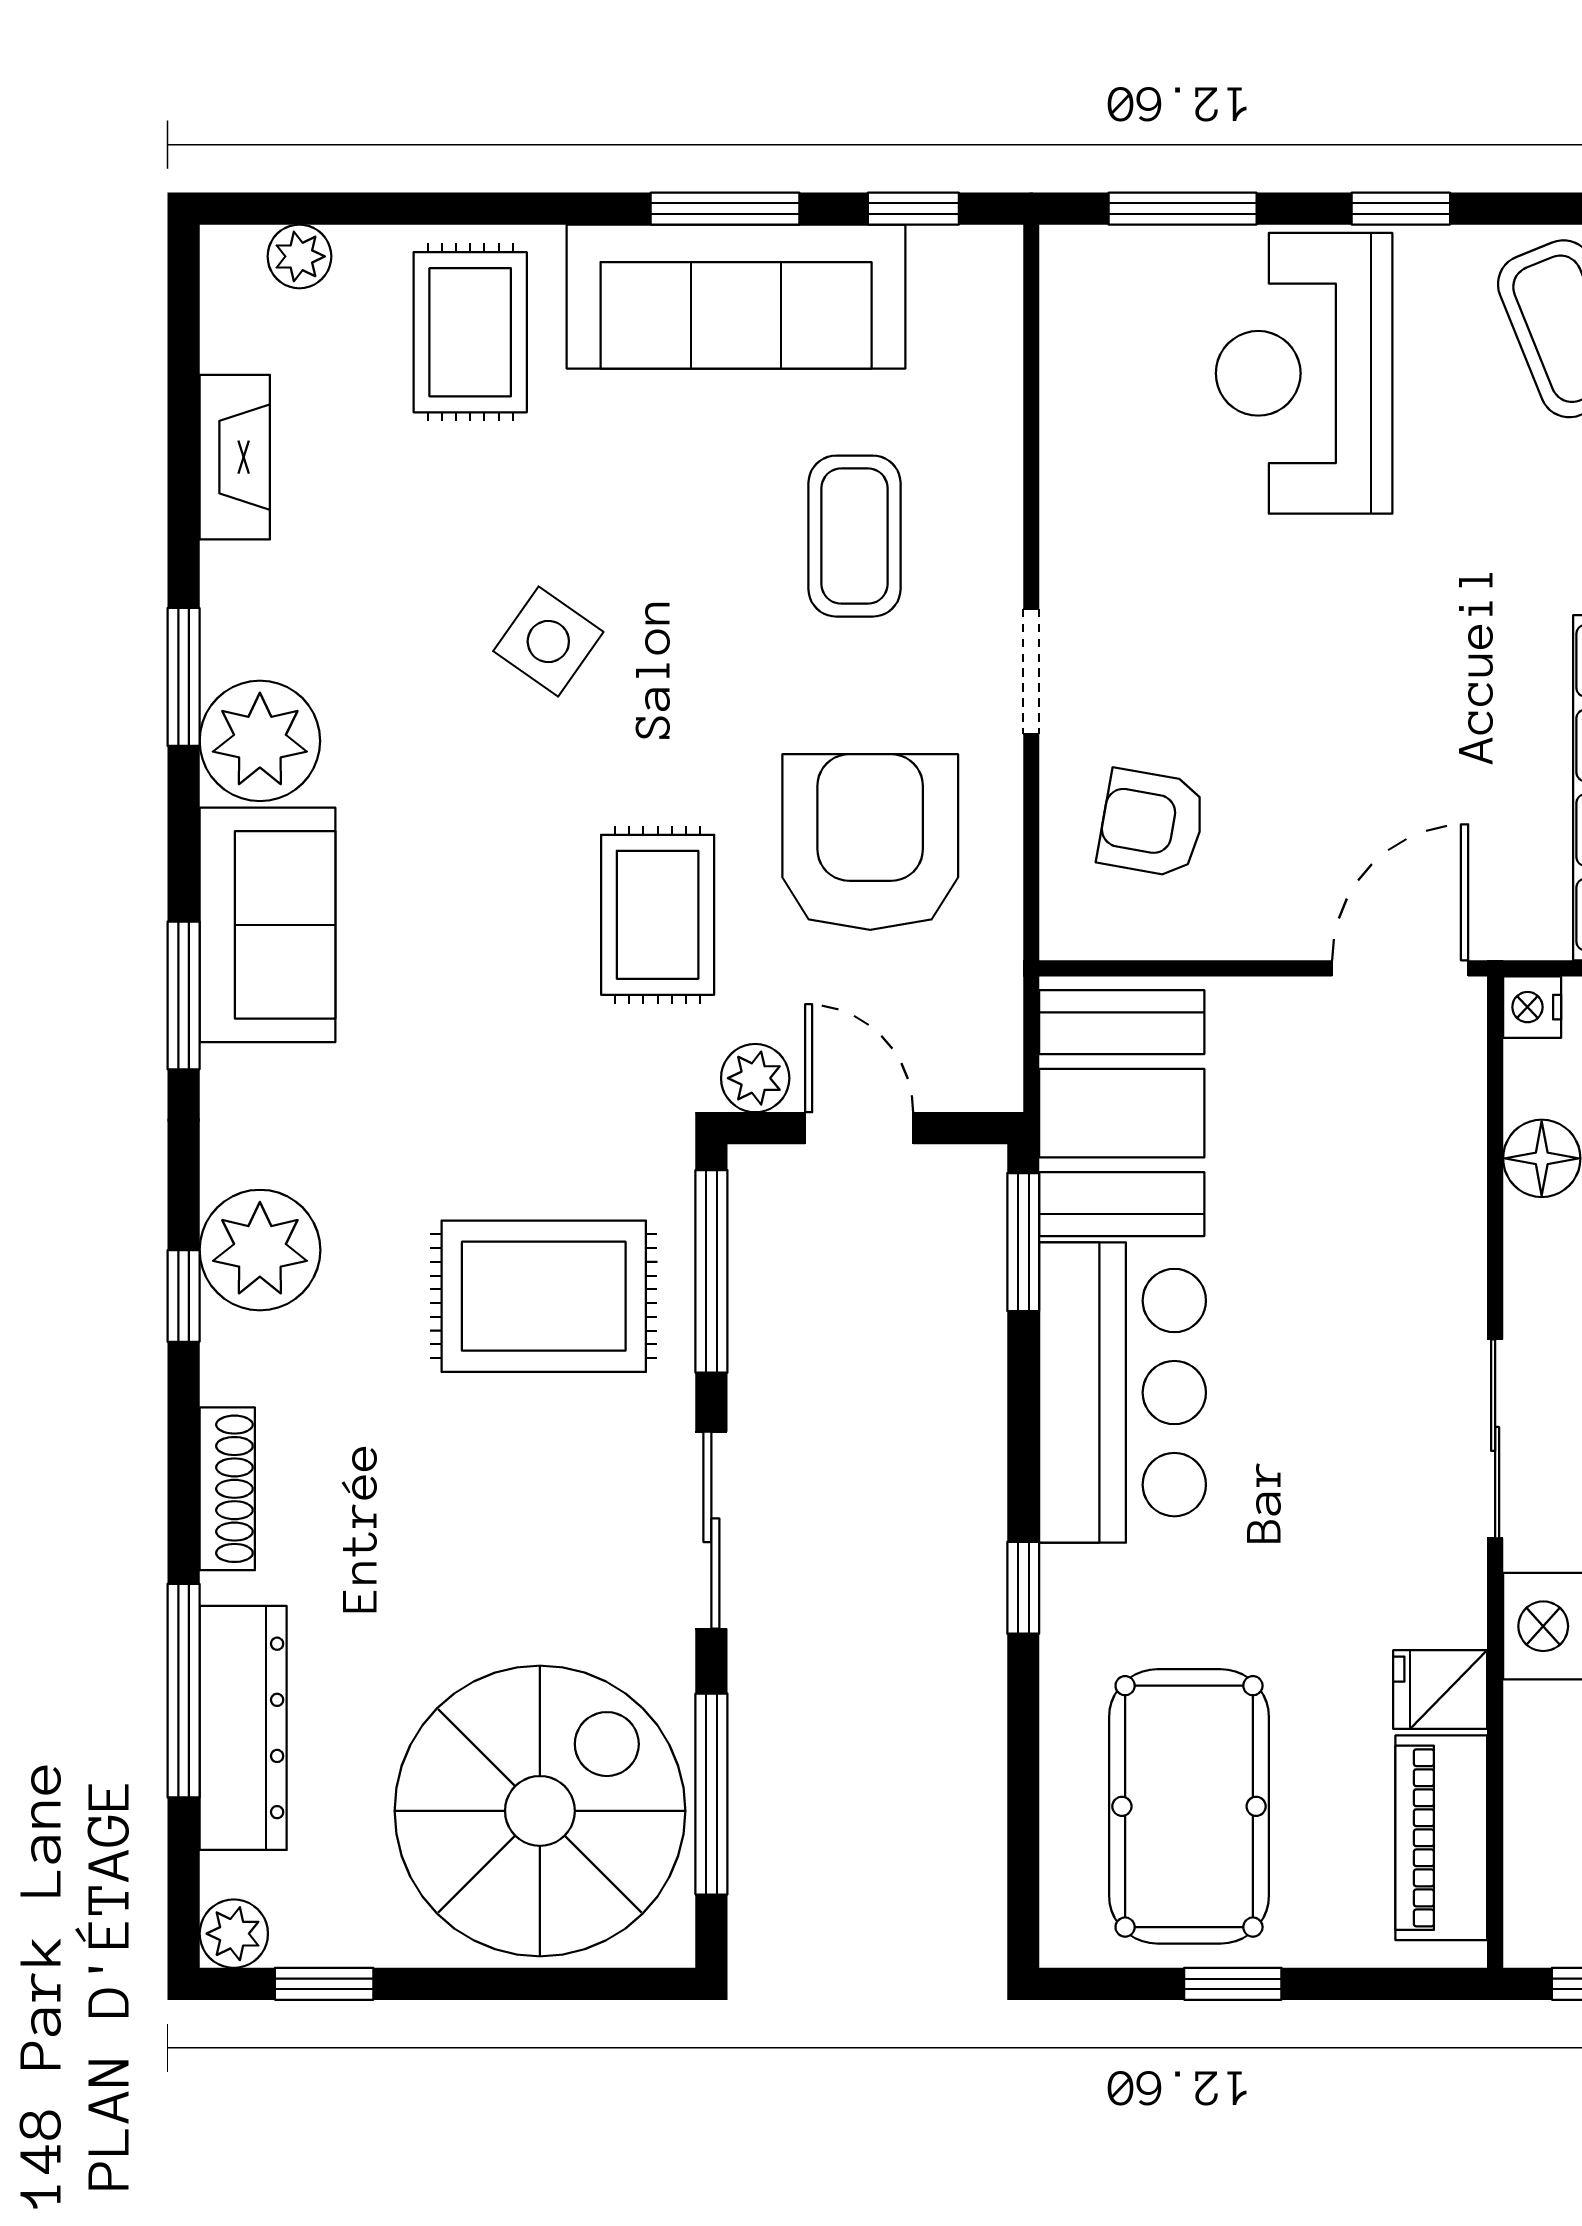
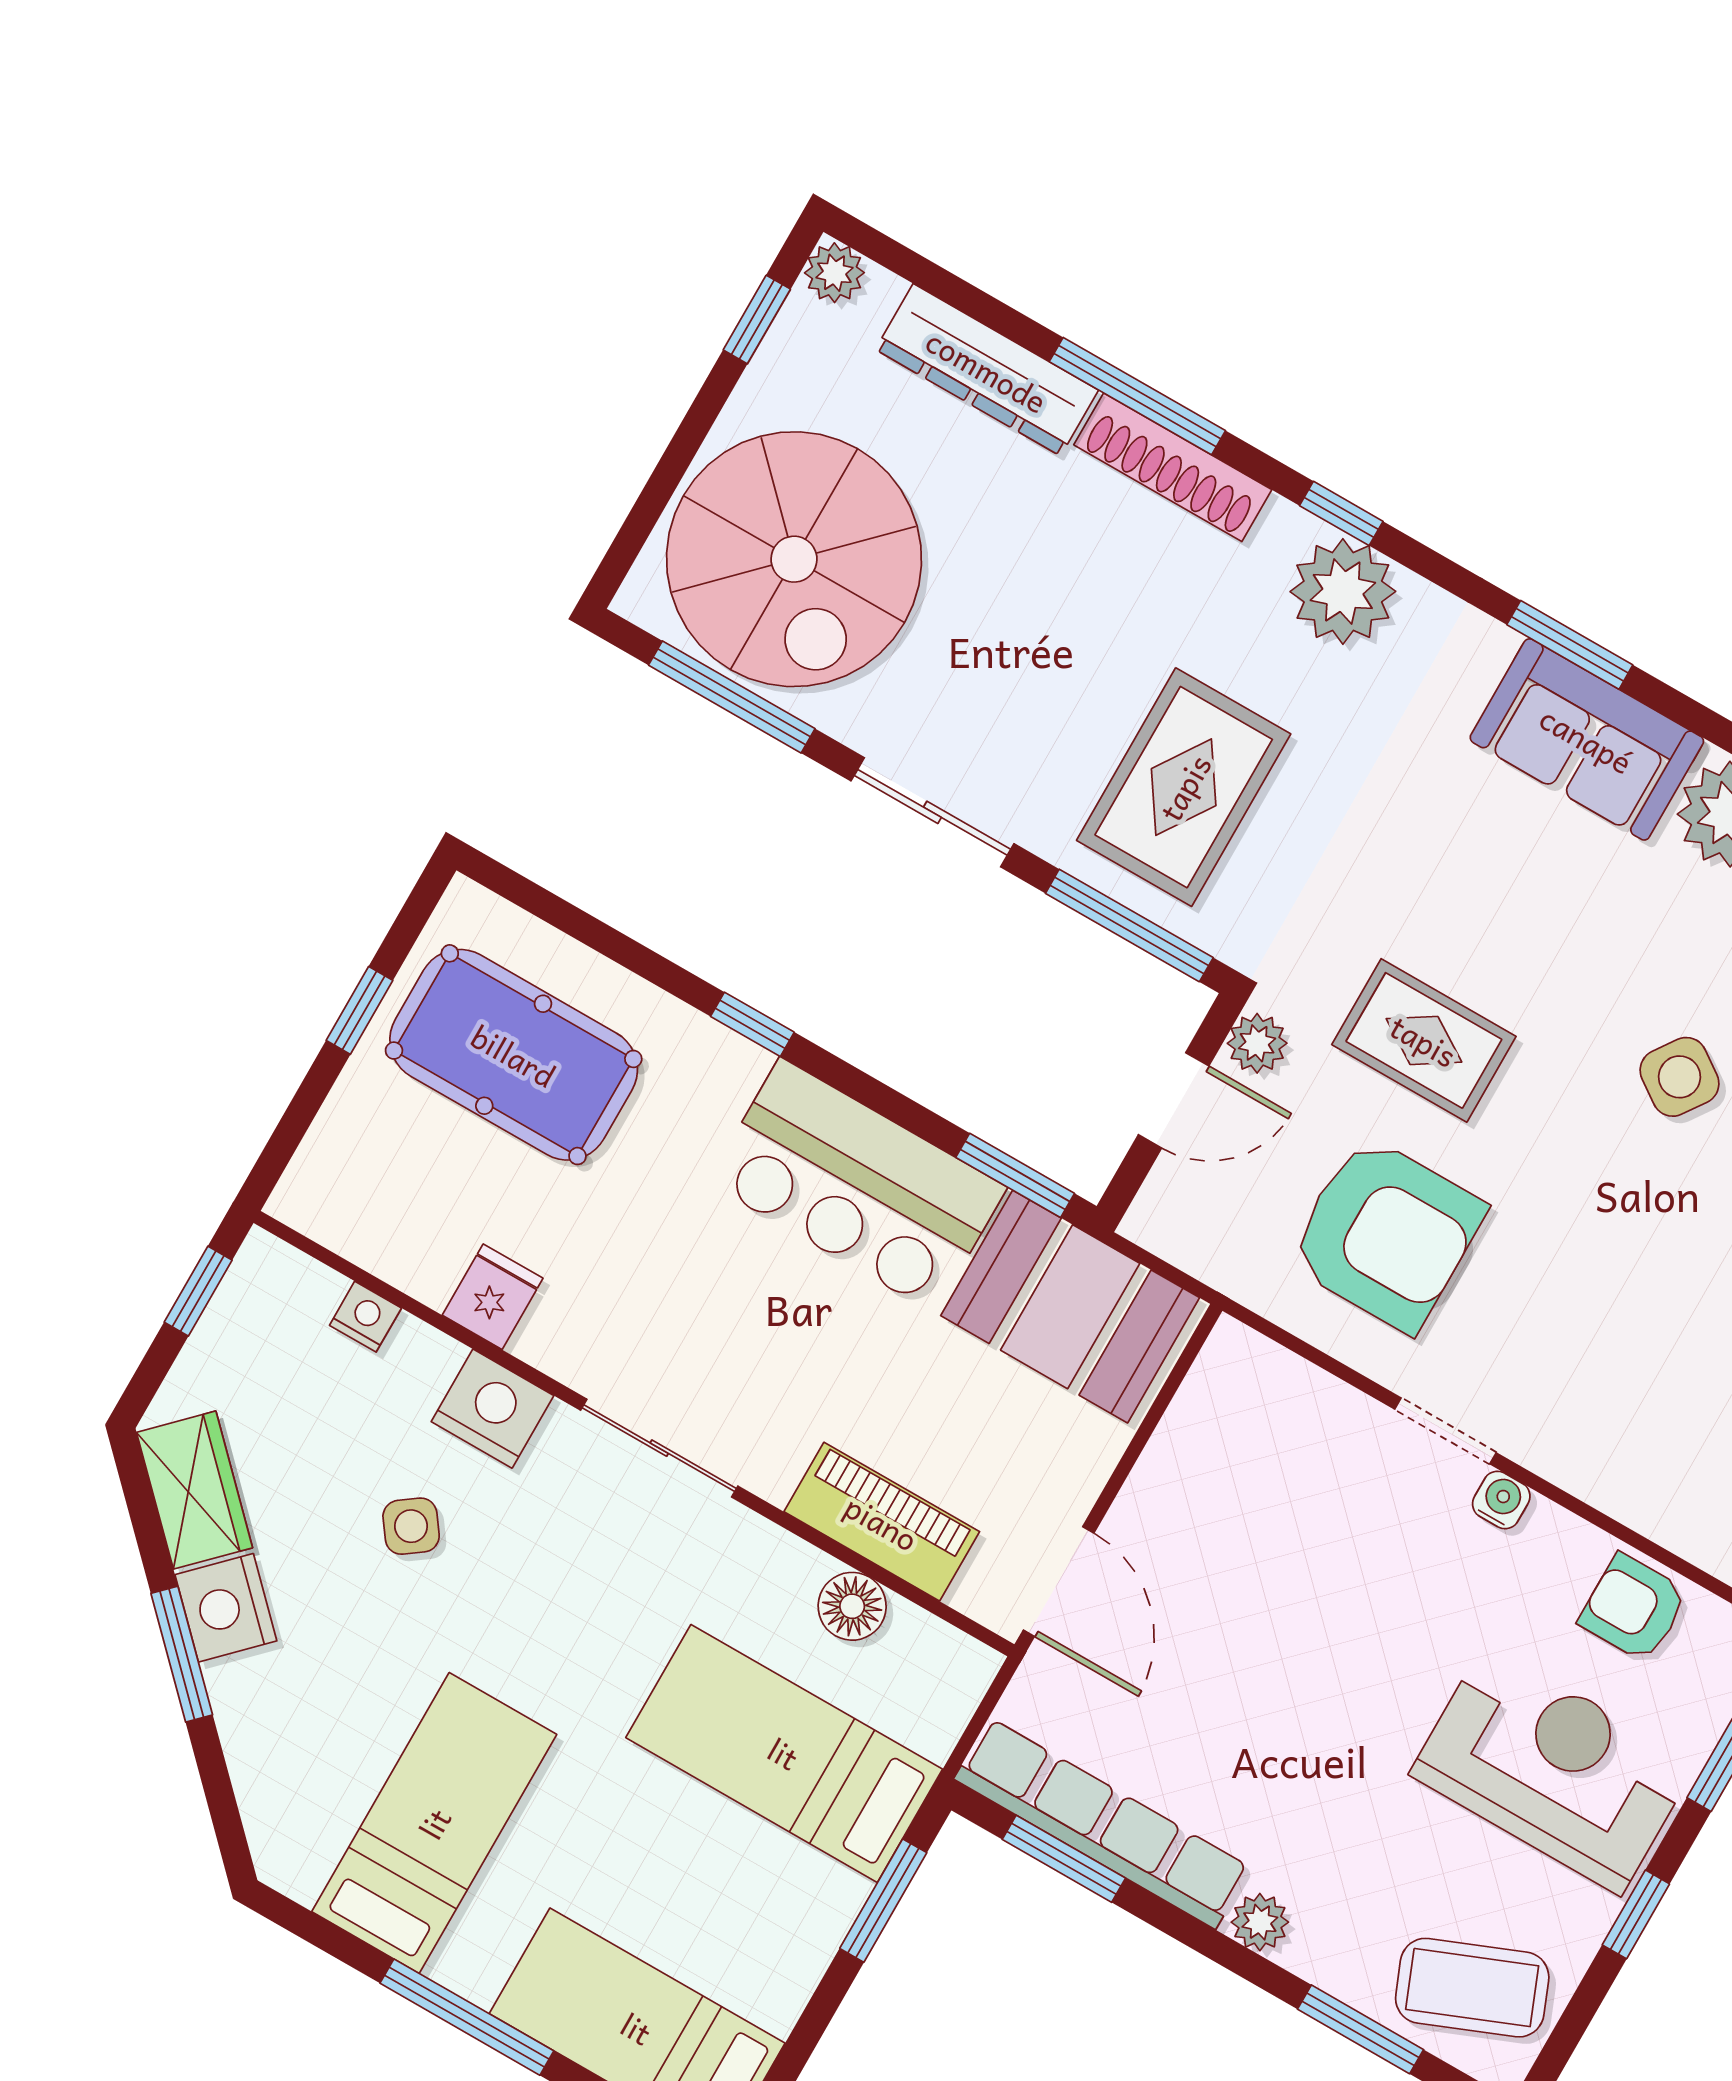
coffee table: (855, 536) -> (1626, 1356), removed
water cooler: (1068, 577) -> (1501, 1500), added
armchair: (1152, 823) -> (1633, 1608), moved, turned -100
nightstand: (1532, 1007) -> (365, 1317), moved
shoe rack: (227, 1489) -> (1173, 467), width x1.36, depth x1.24
window: (184, 1691) -> (1137, 396), moved
piano: (1441, 1838) -> (882, 1522), moved

